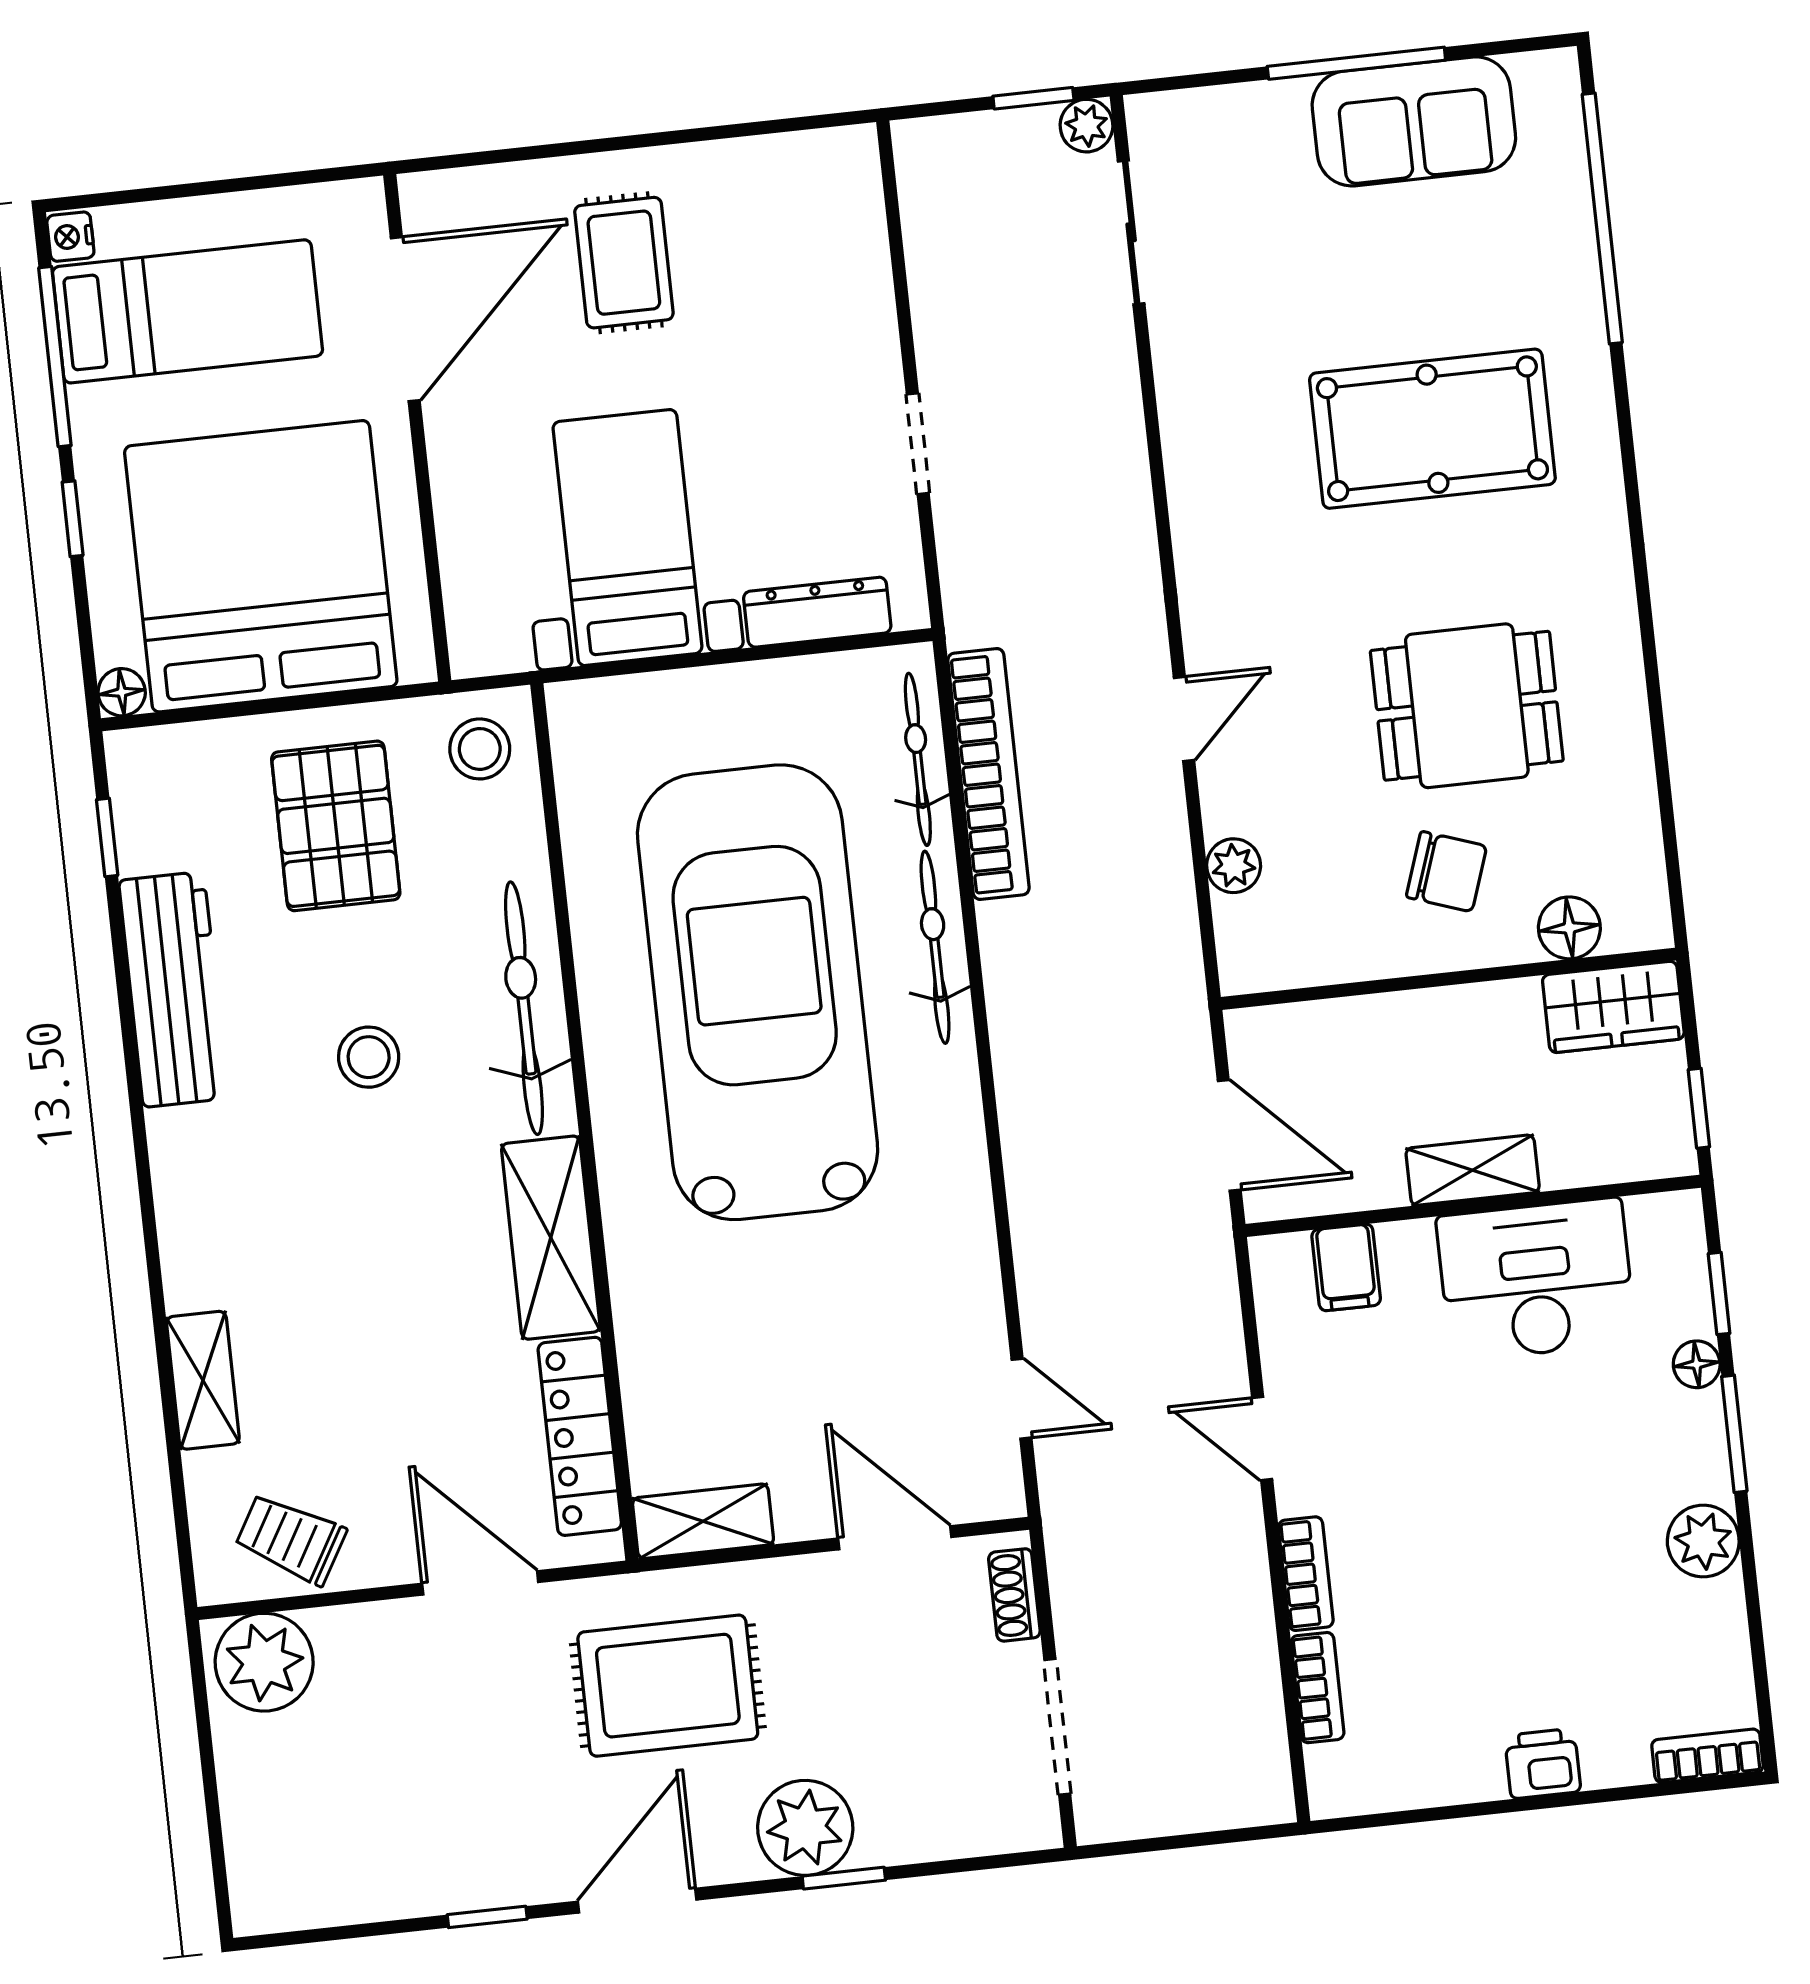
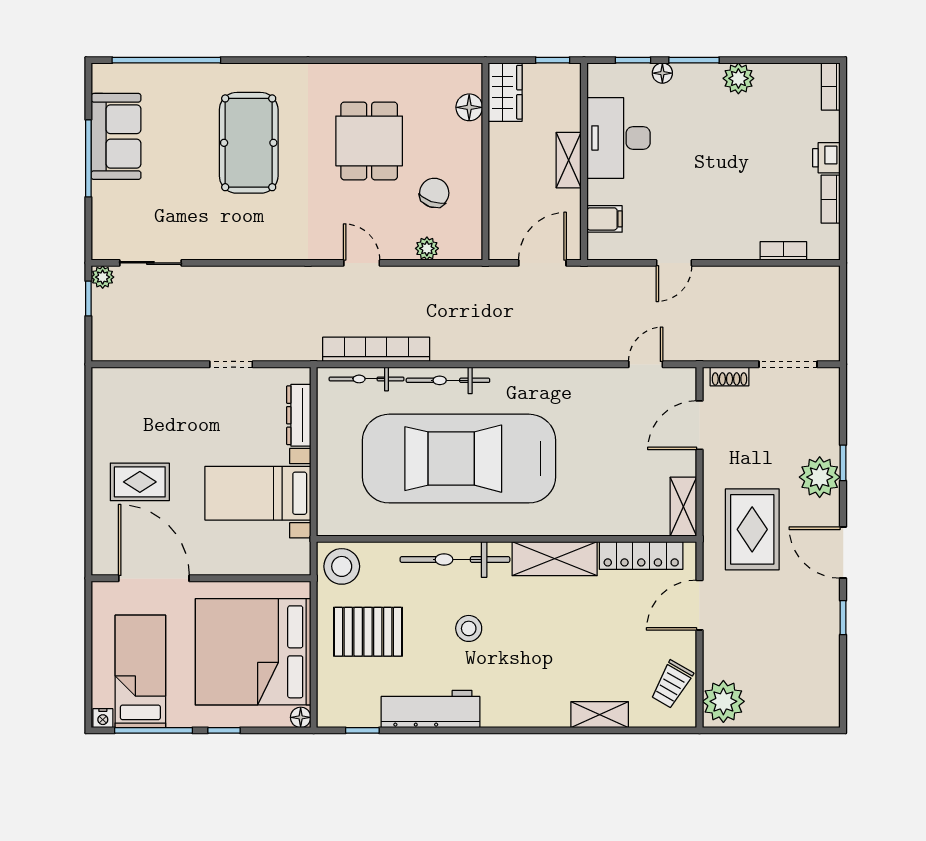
stool: (480, 749) -> (342, 566), width x1.38, depth x1.38
chair: (1446, 872) -> (434, 193), moved
bookcase: (1306, 1574) -> (831, 199), moved, turned -90

